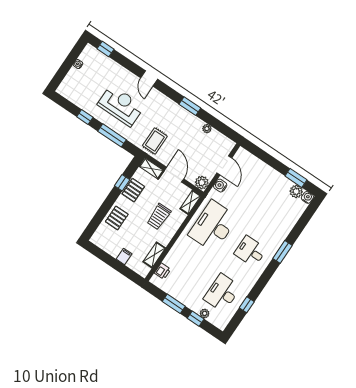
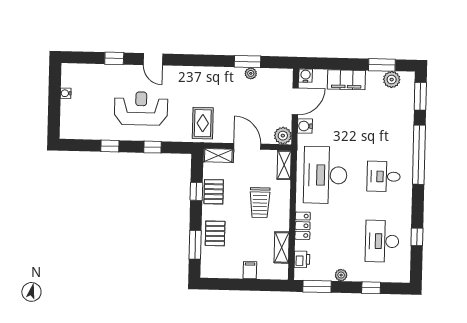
window: (106, 49) -> (114, 58), moved
window: (190, 106) -> (248, 62), moved
window: (112, 135) -> (152, 147), width x0.46
door: (224, 165) -> (295, 101), hinge flipped
filing cabinet: (267, 173) -> (346, 80), added
water cooler: (307, 197) -> (306, 76), moved
window: (308, 214) -> (420, 96), added
window: (99, 217) -> (195, 245), added
locker: (177, 250) -> (303, 226), added
window: (283, 252) -> (419, 155), width x2.11
window: (174, 304) -> (317, 286), moved
plant: (205, 313) -> (341, 275), moved

